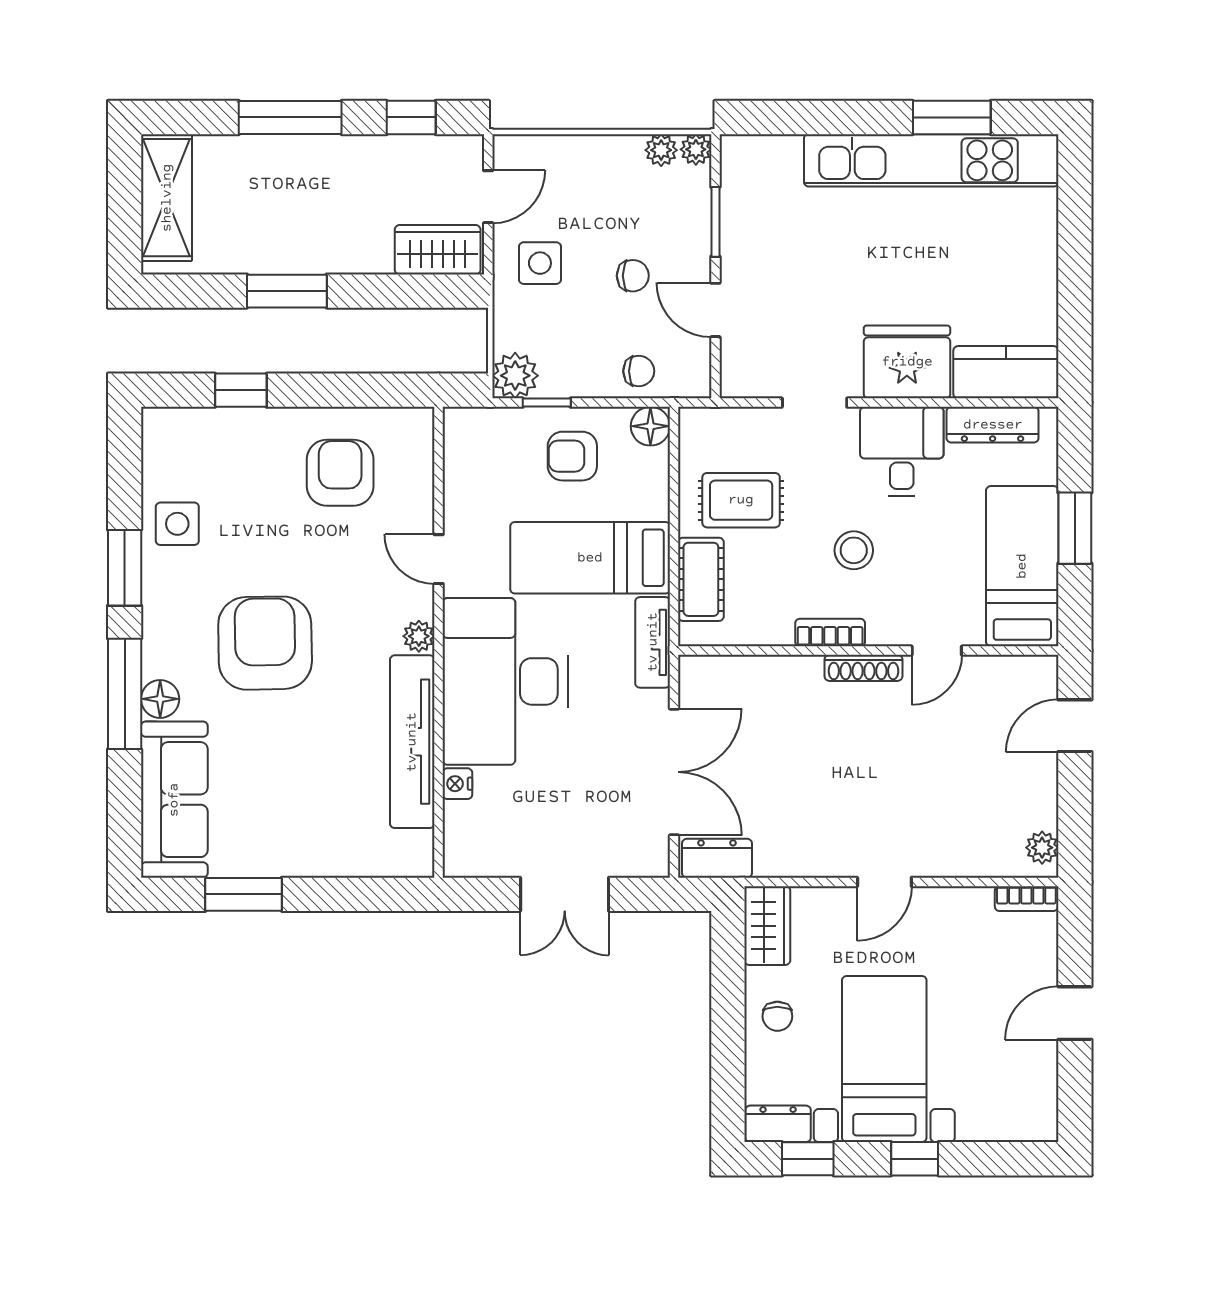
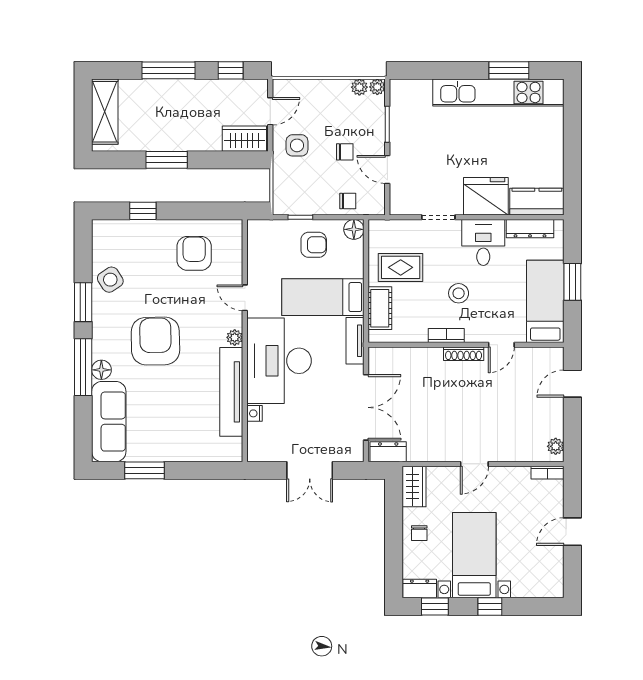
plant: (515, 376) -> (284, 203), removed
armchair: (572, 456) -> (314, 245), turned 180
side table: (177, 524) -> (110, 280), turned -33

